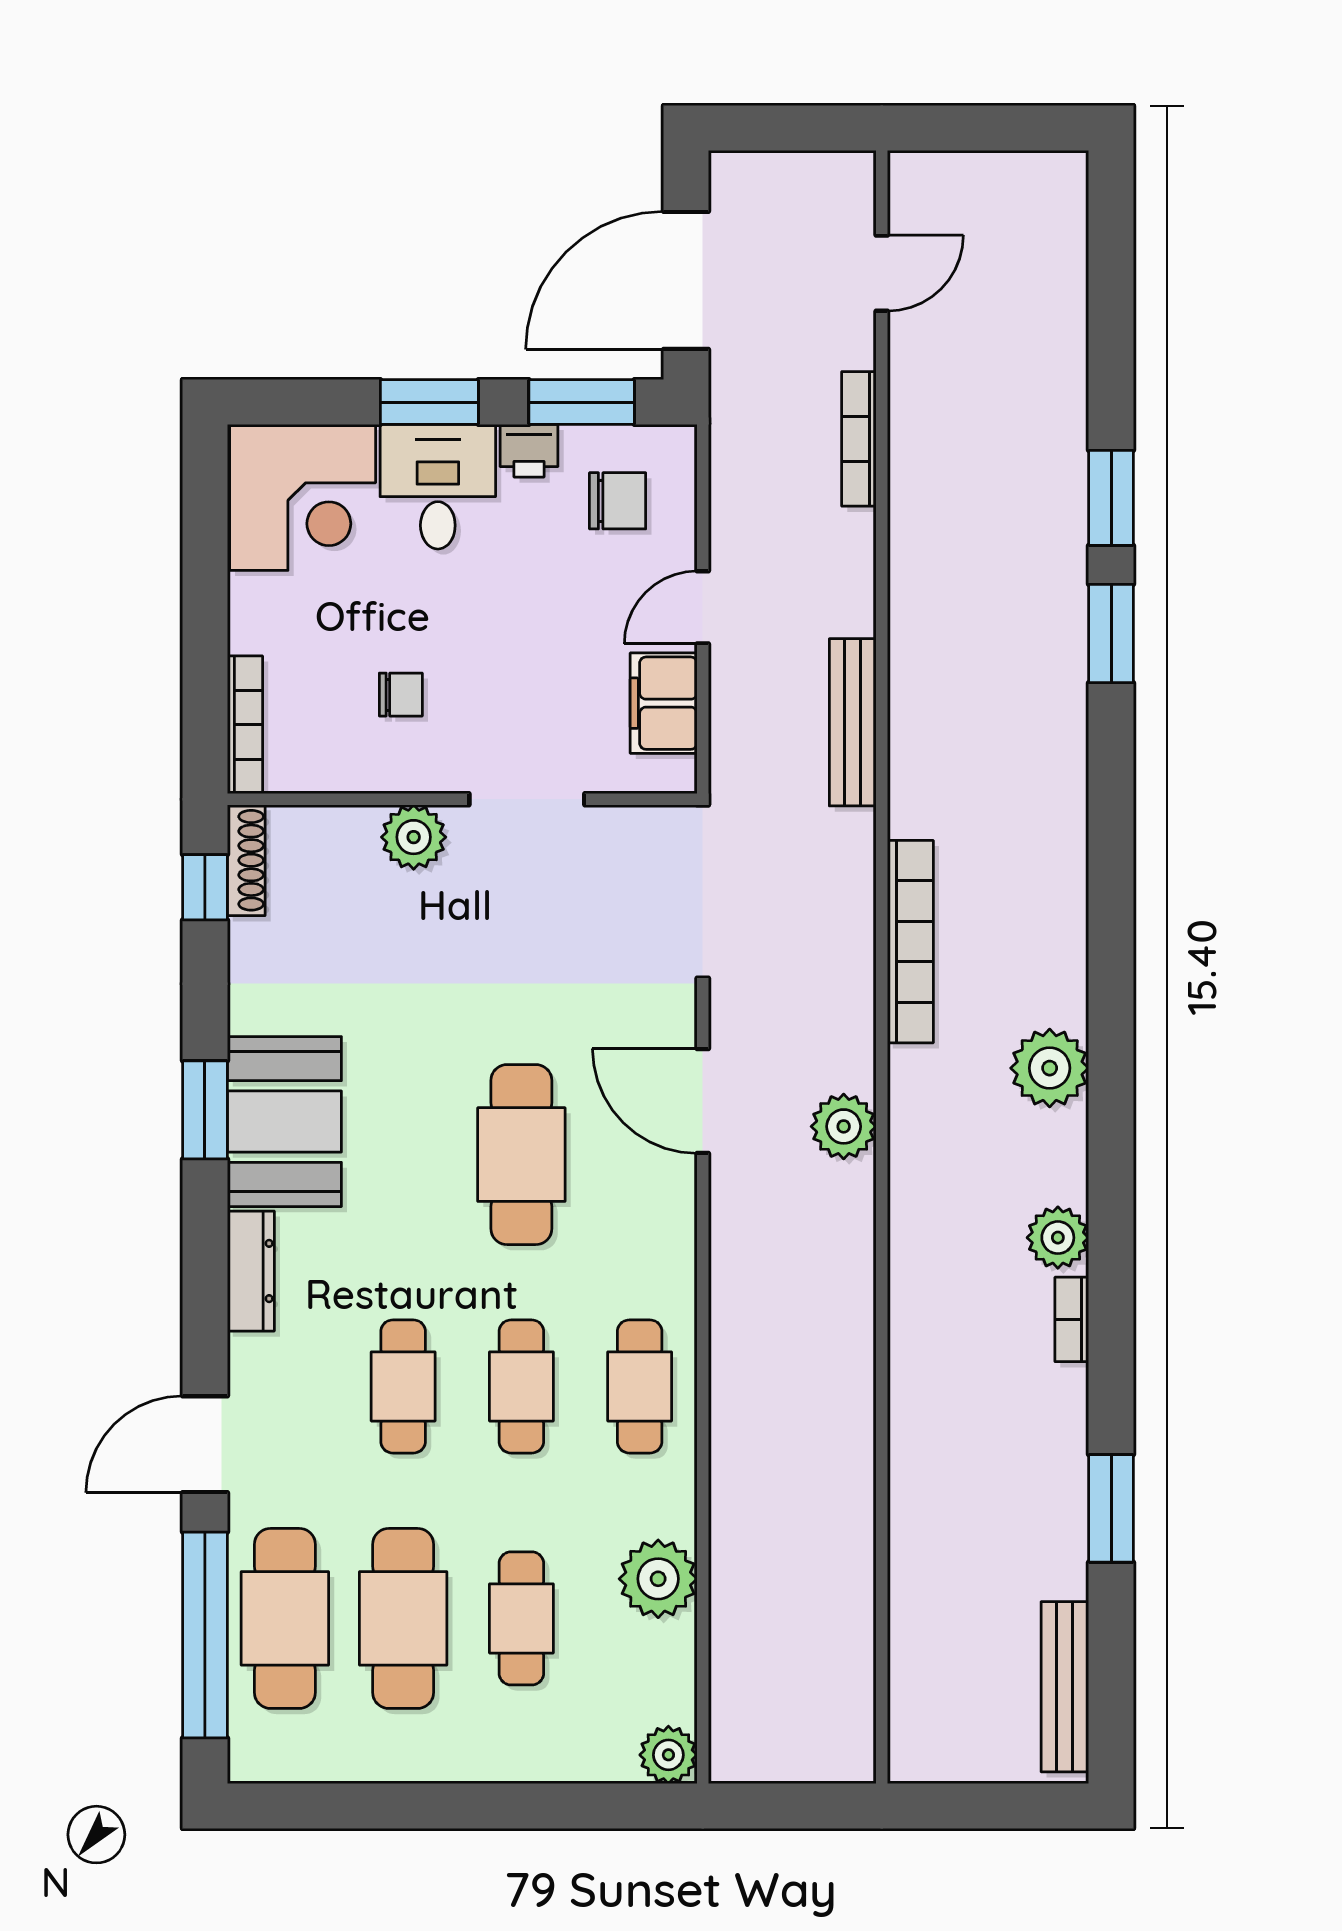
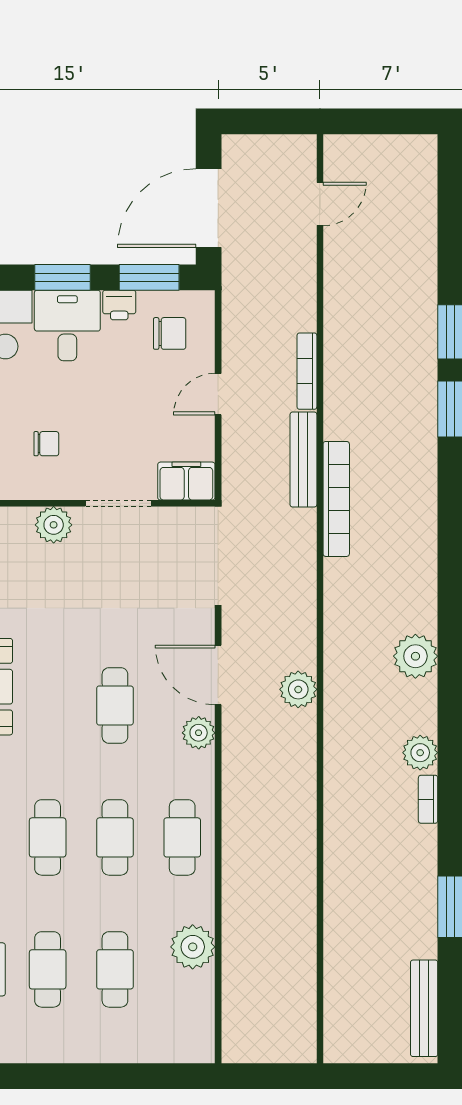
bookcase: (859, 439) -> (307, 371), moved
filing cabinet: (664, 703) -> (186, 481), moved, turned 90
bookcase: (910, 942) -> (336, 499), moved
cafe table: (521, 1155) -> (115, 705), width x0.73, depth x0.74
cafe table: (403, 1618) -> (48, 969), width x0.73, depth x0.74
plant: (668, 1755) -> (199, 733), moved

